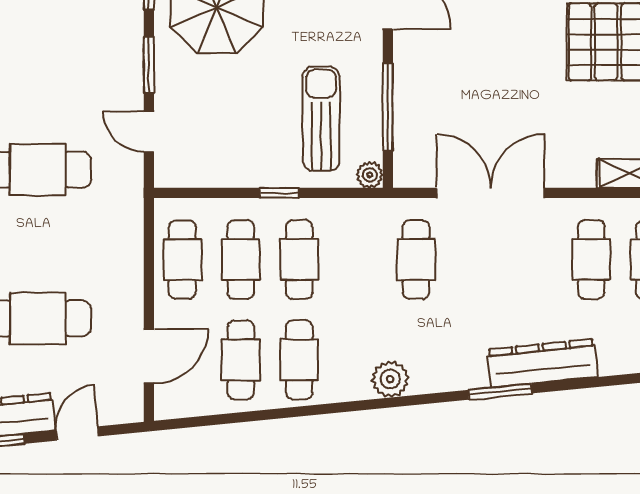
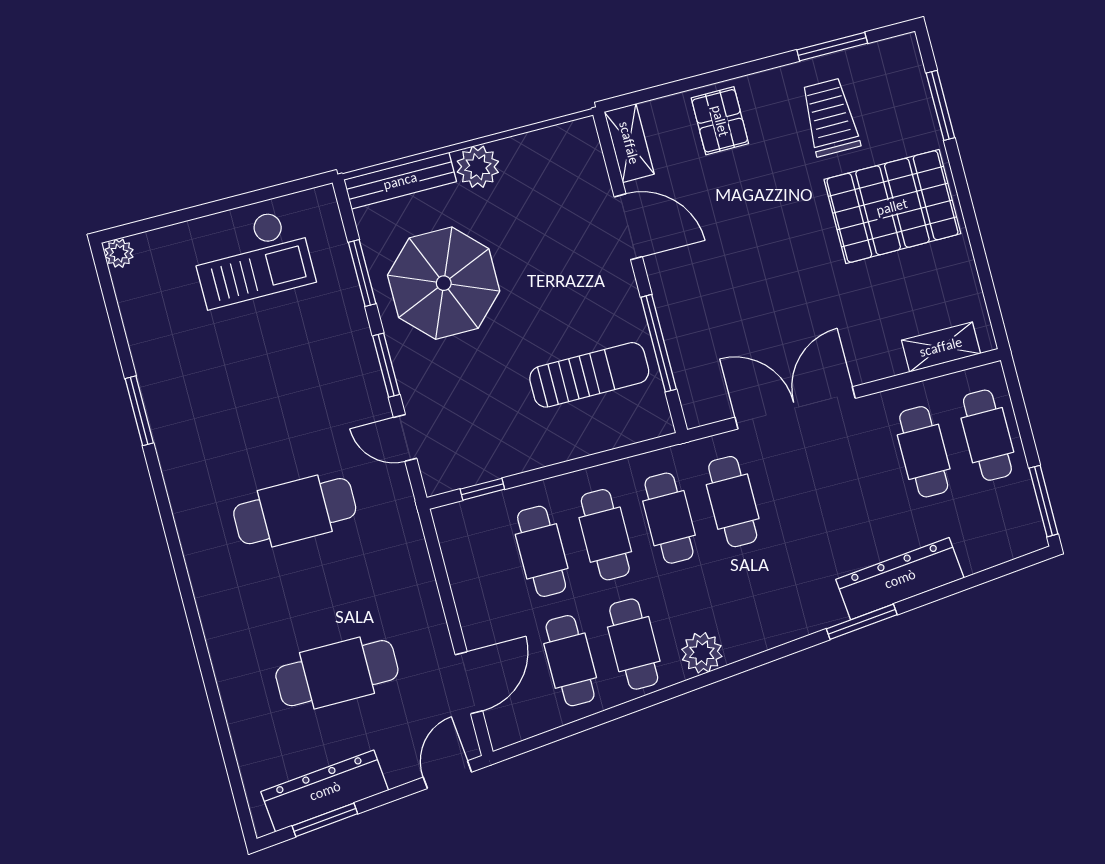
sun lounger: (321, 119) -> (589, 375), turned 90
plant: (370, 175) -> (658, 422), removed
window: (279, 193) -> (482, 489), moved
cafe table: (182, 260) -> (669, 518), moved
plant: (390, 379) -> (702, 653), moved
door: (77, 434) -> (447, 775), moved

